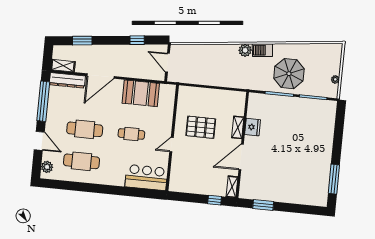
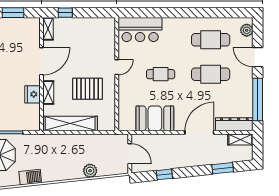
plant: (245, 50) -> (90, 171), moved
shelving: (220, 96) -> (70, 124), added

